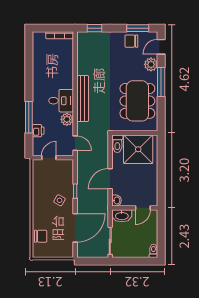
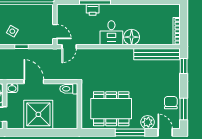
floor lamp: (65, 80) -> (132, 37), added
bench: (83, 98) -> (157, 54), moved
plant: (67, 119) -> (93, 39), removed
printer: (38, 131) -> (93, 10), moved
shower: (138, 149) -> (38, 114), moved
door: (49, 158) -> (55, 32), moved

